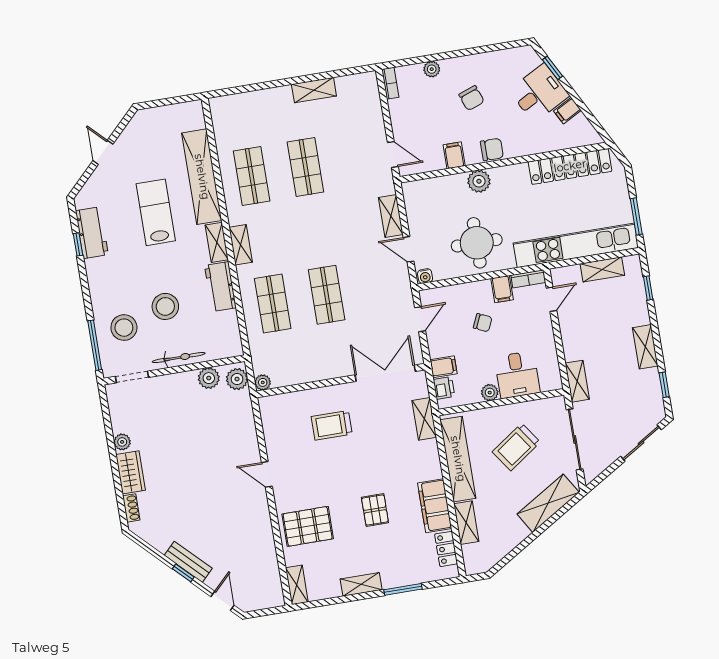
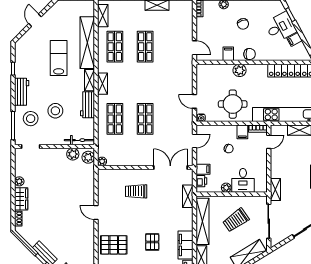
shelving: (391, 216) -> (103, 16), moved
workbench: (92, 233) -> (22, 92), moved
bicycle: (179, 358) -> (79, 140), moved

